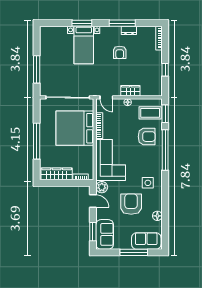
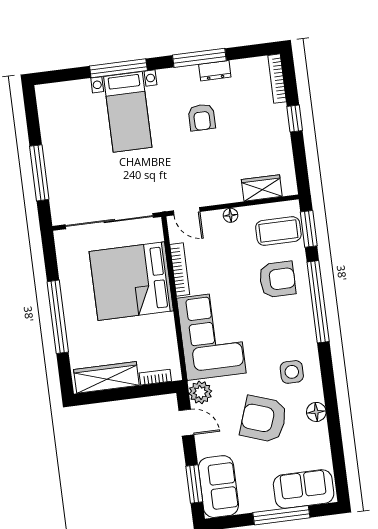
window: (82, 23) -> (118, 68), width x1.44
window: (165, 70) -> (295, 118), moved
wardrobe: (130, 91) -> (262, 188), moved
armchair: (131, 204) -> (264, 419), turned -71
floor lamp: (157, 216) -> (316, 412), moved

